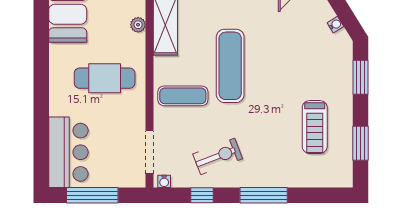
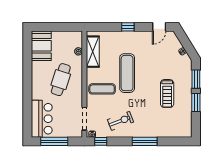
cafe table: (105, 78) -> (61, 80), turned -72
treadmill: (315, 127) -> (167, 94), moved
window: (361, 143) -> (196, 103), moved
window: (202, 195) -> (101, 141), moved

